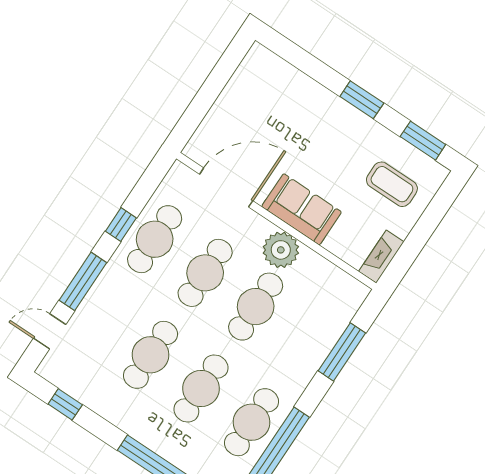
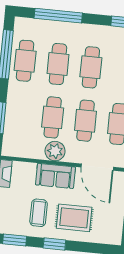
rug: (307, 125) -> (74, 218), added
coffee table: (392, 184) -> (39, 213), moved, turned 90
door: (226, 188) -> (97, 167), hinge flipped

